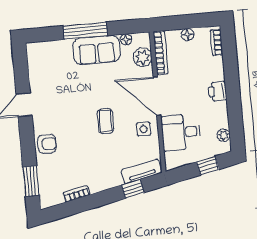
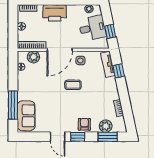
window: (85, 31) -> (13, 105), moved
sofa: (97, 50) -> (26, 116), moved
printer: (217, 91) -> (55, 13), width x1.87, depth x1.48
desk: (181, 132) -> (92, 28), moved, turned -102
window: (27, 135) -> (78, 137), added
window: (208, 166) -> (110, 31), moved
plant: (47, 177) -> (106, 126), added

